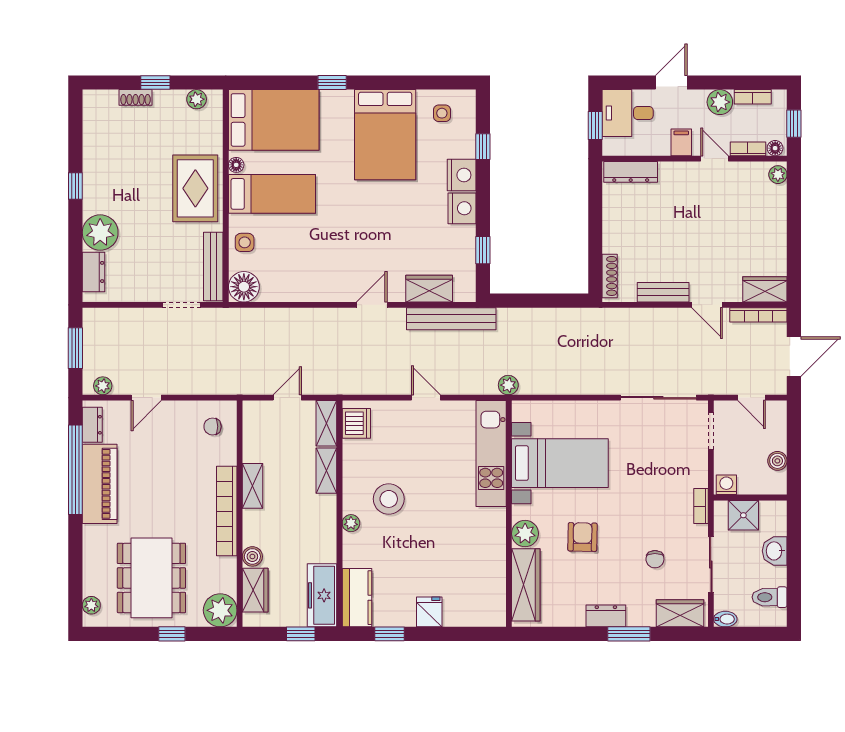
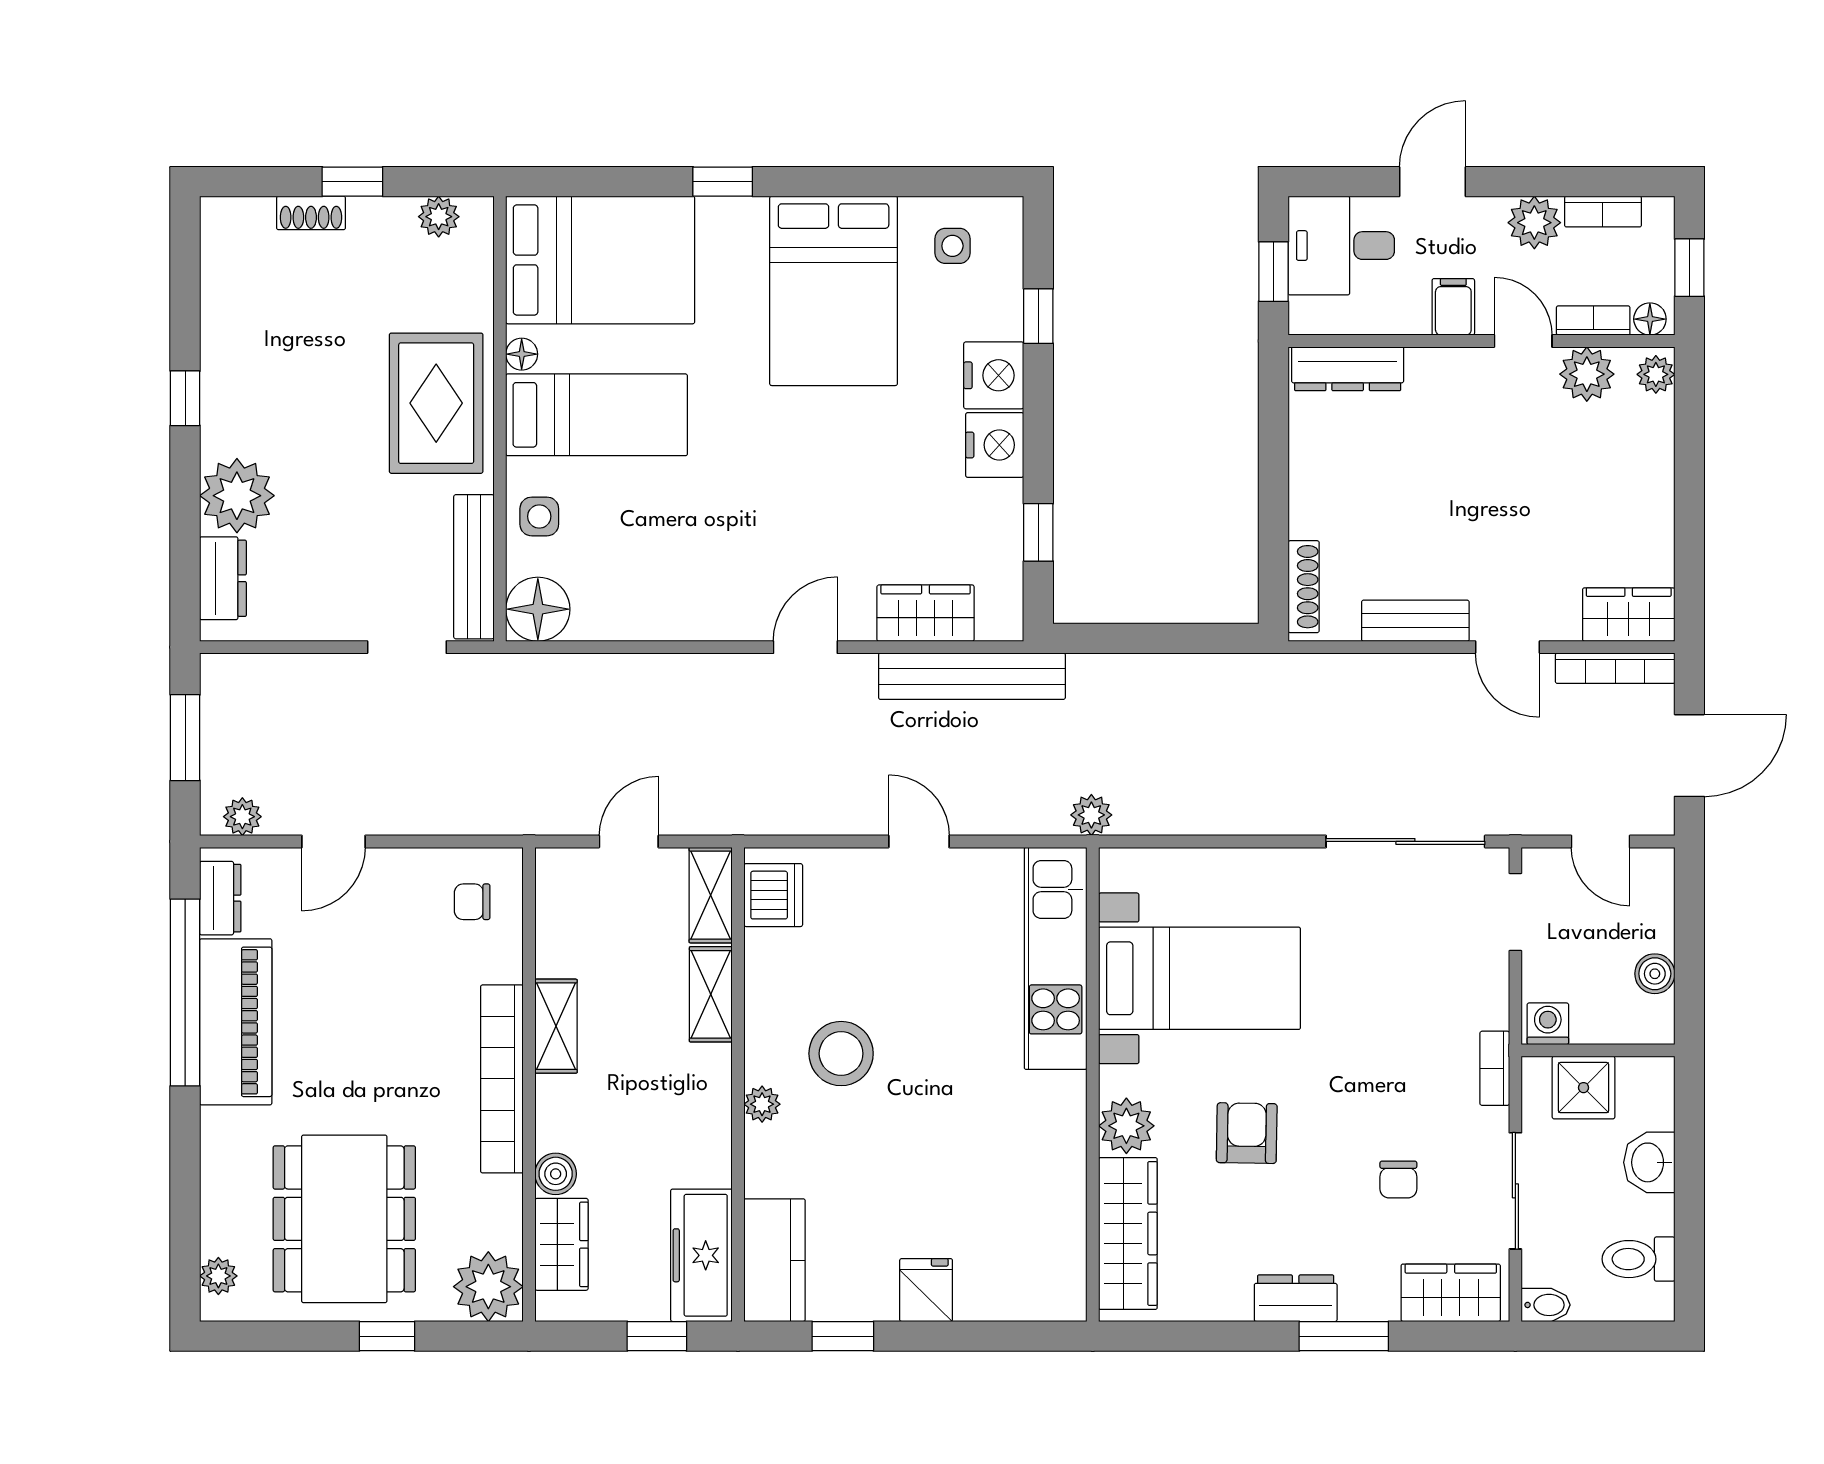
plant: (745, 174) -> (1587, 374), added

